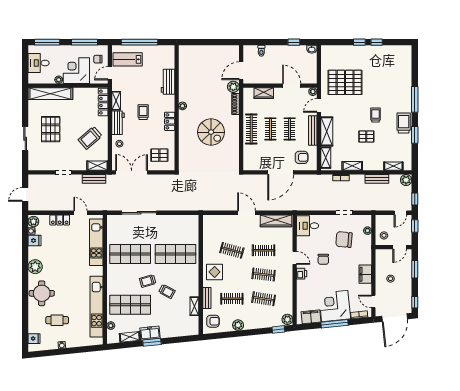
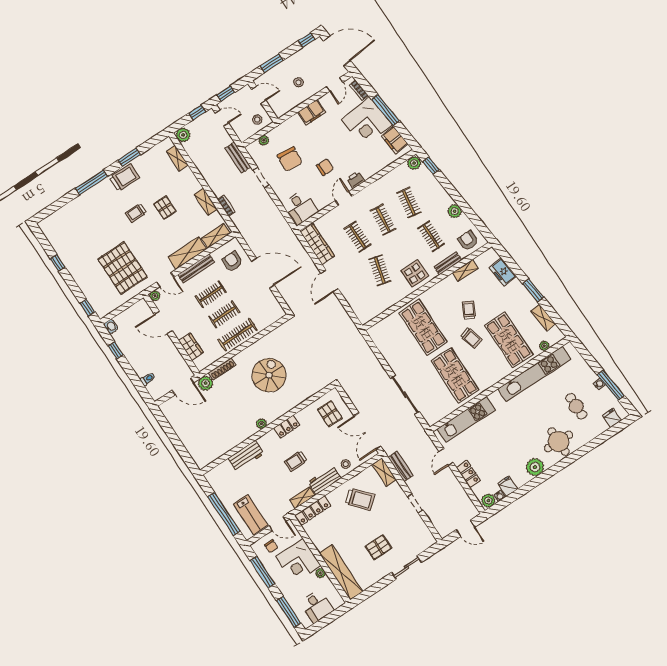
window: (359, 42) -> (87, 308), moved
door: (292, 86) -> (163, 322), hinge flipped
trolley: (404, 123) -> (124, 178), turned 180
pallet: (51, 129) -> (378, 547), width x0.67, depth x0.71
bench: (377, 179) -> (238, 157), moved
freezer: (150, 333) -> (503, 272), moved
window: (56, 352) -> (611, 385), added

